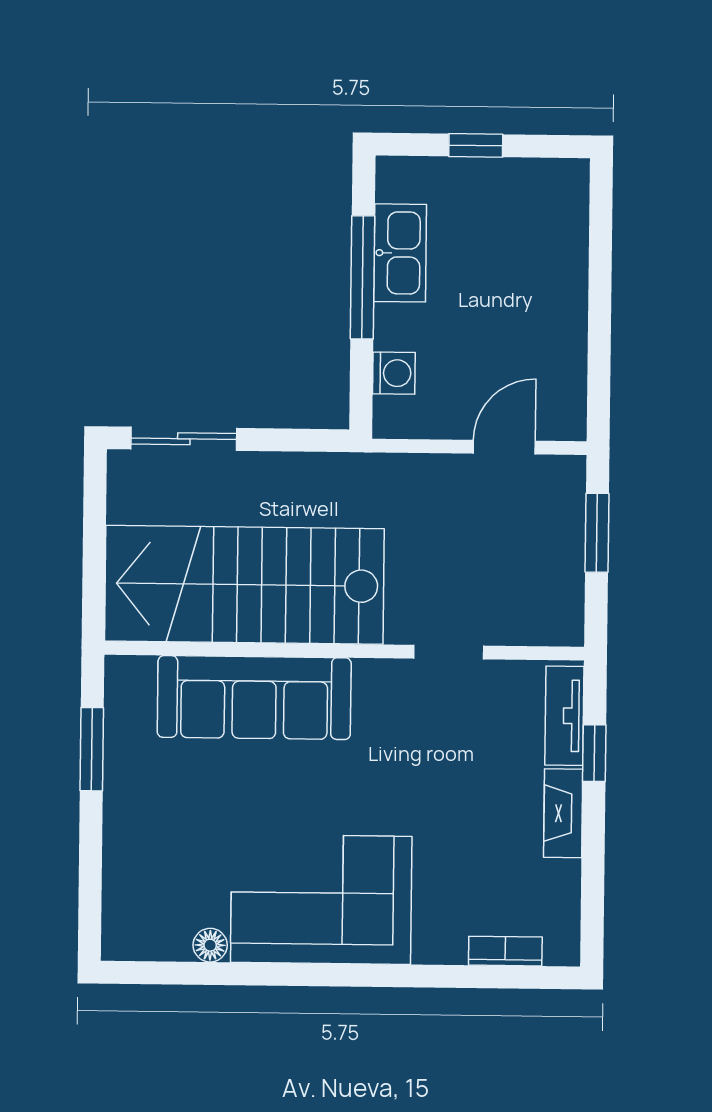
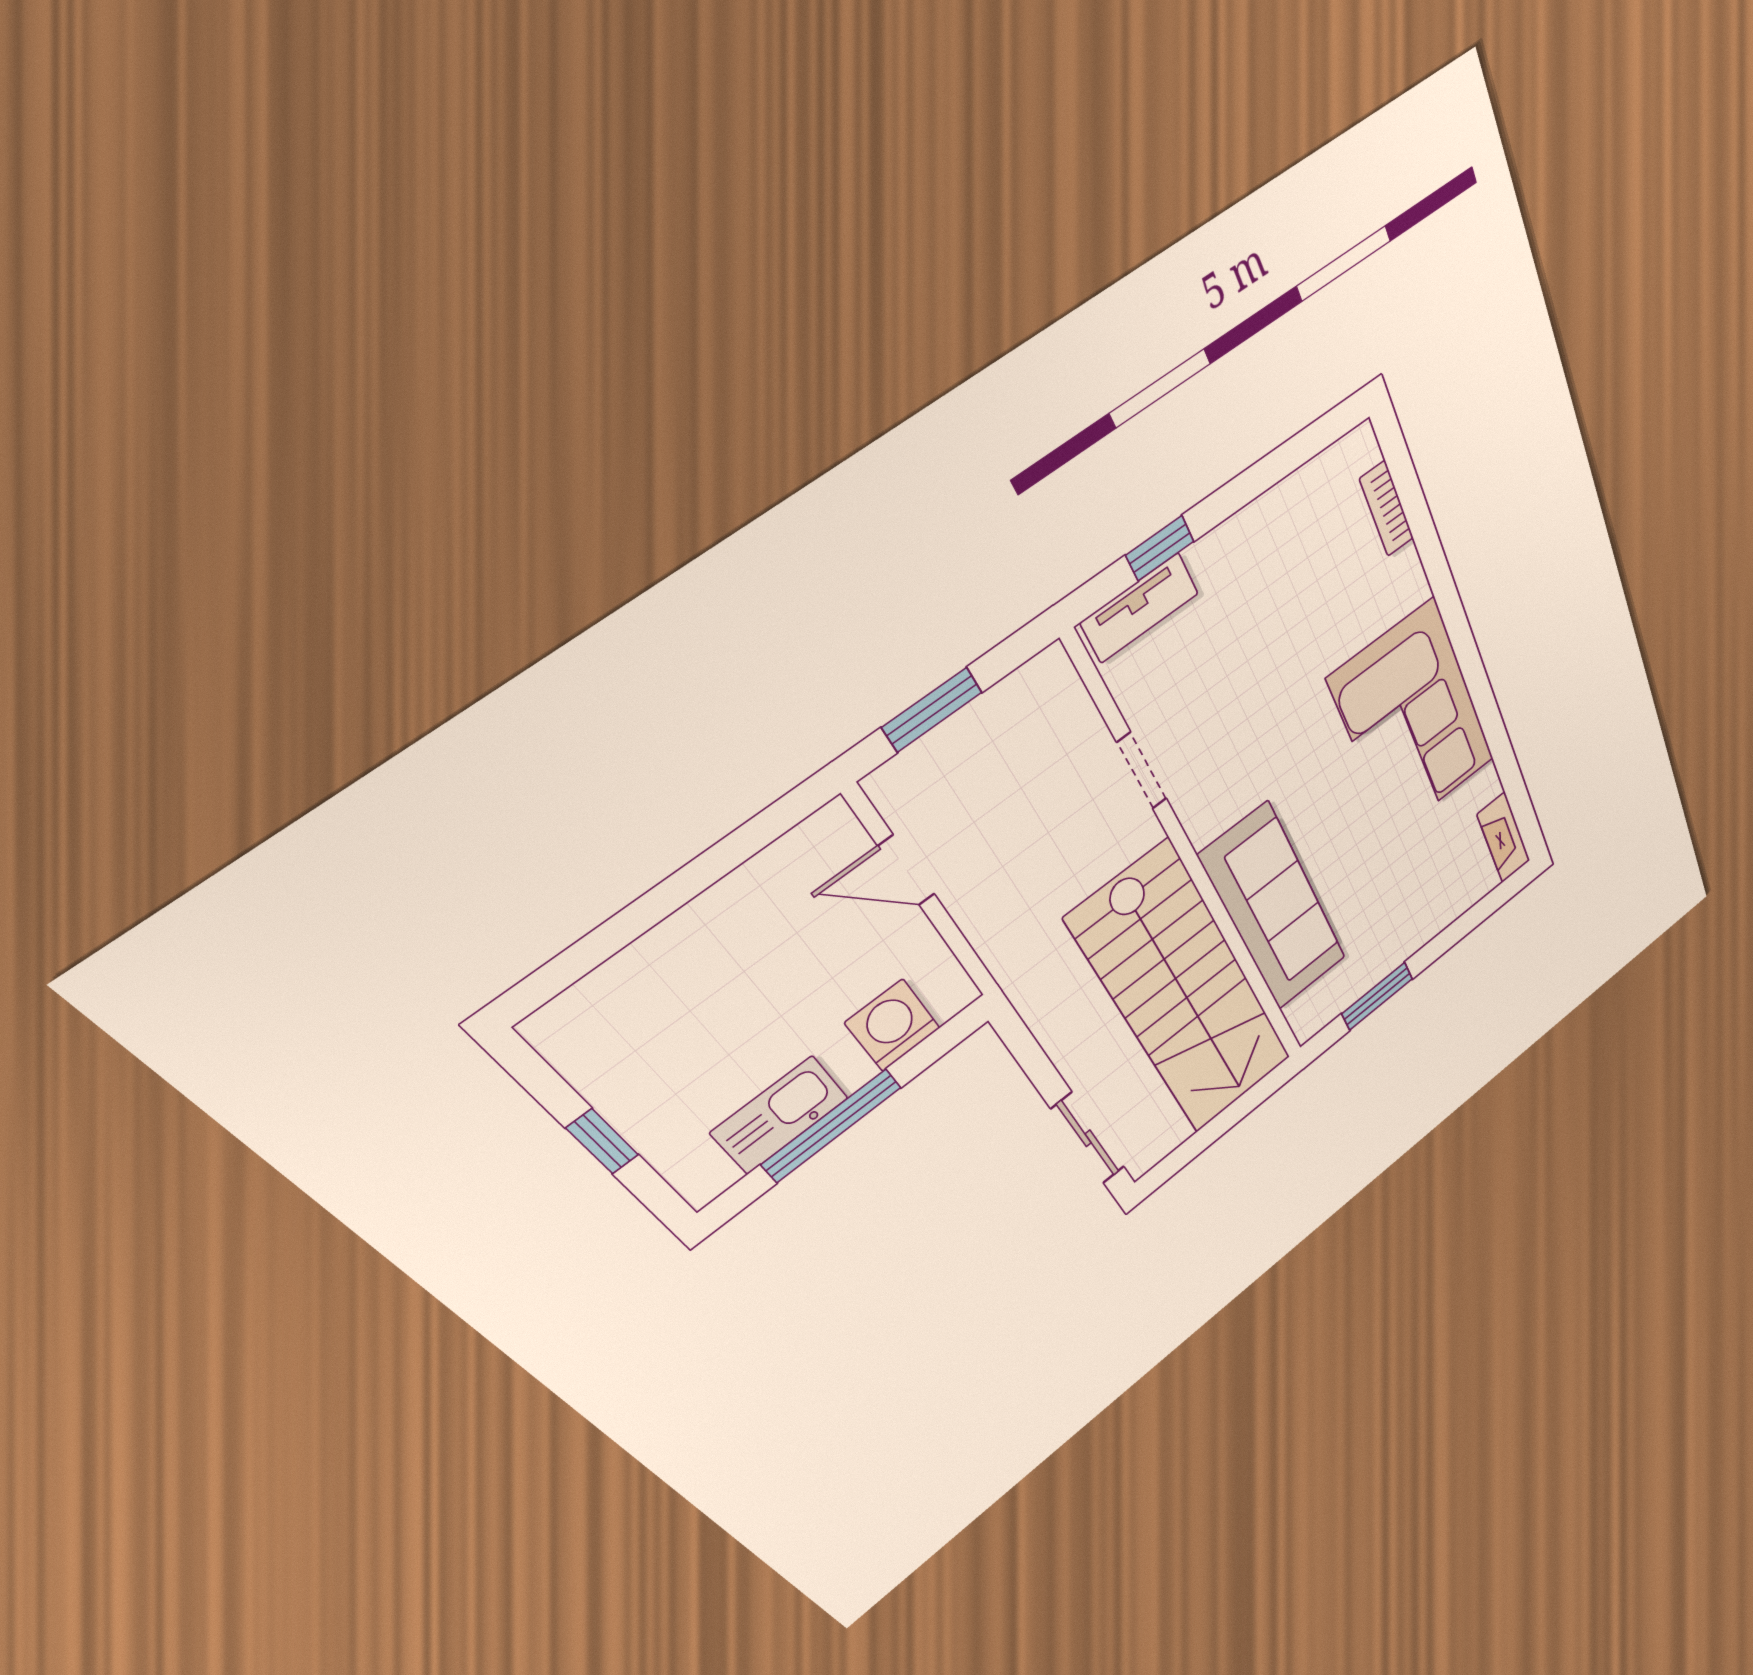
washing machine: (394, 373) -> (893, 1025), width x1.38, depth x1.38
fireplace: (563, 813) -> (1504, 838), moved, turned 90
floor lamp: (210, 945) -> (1486, 785), removed

